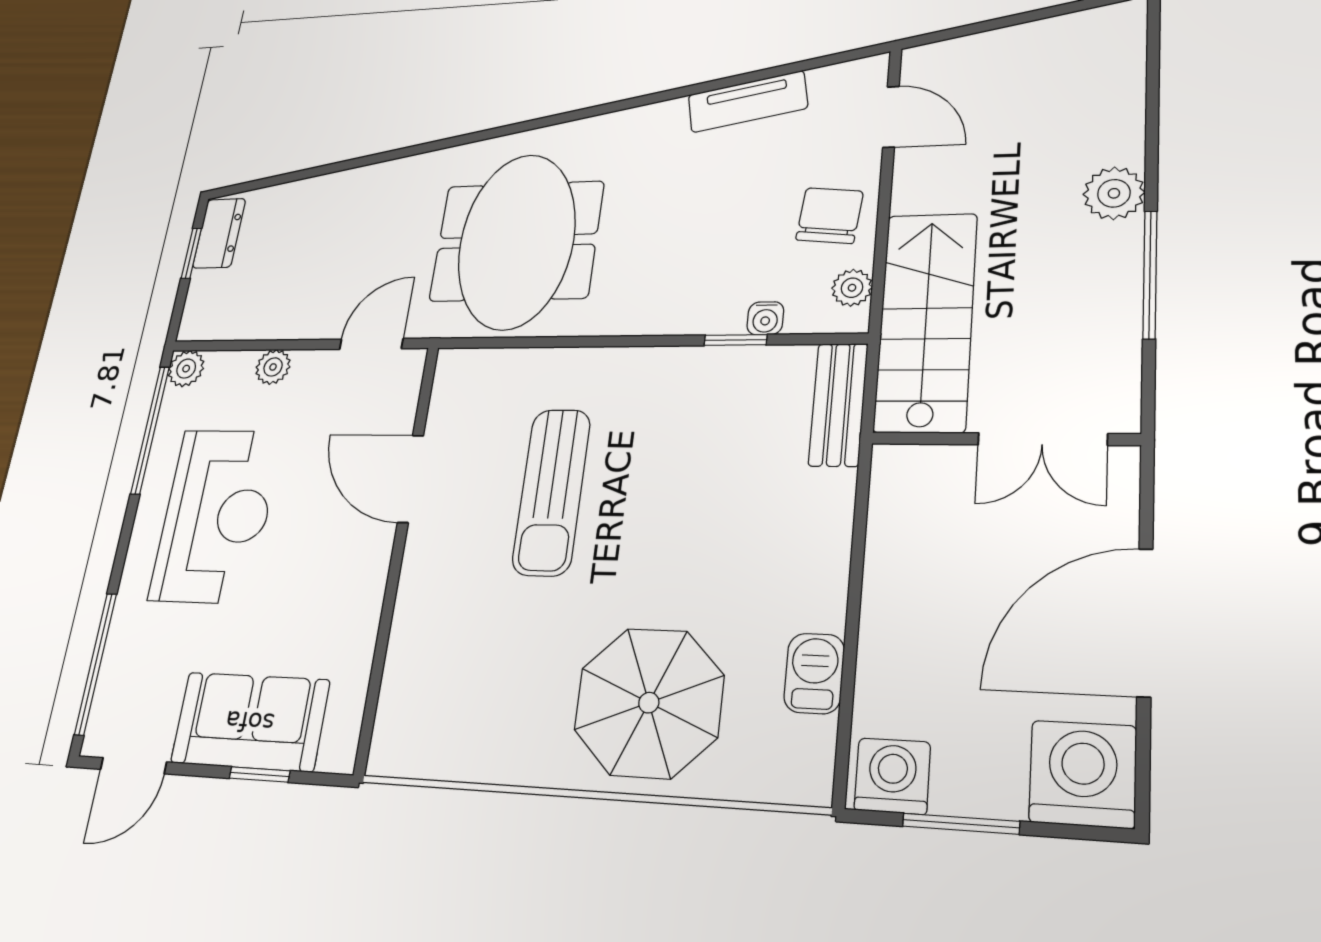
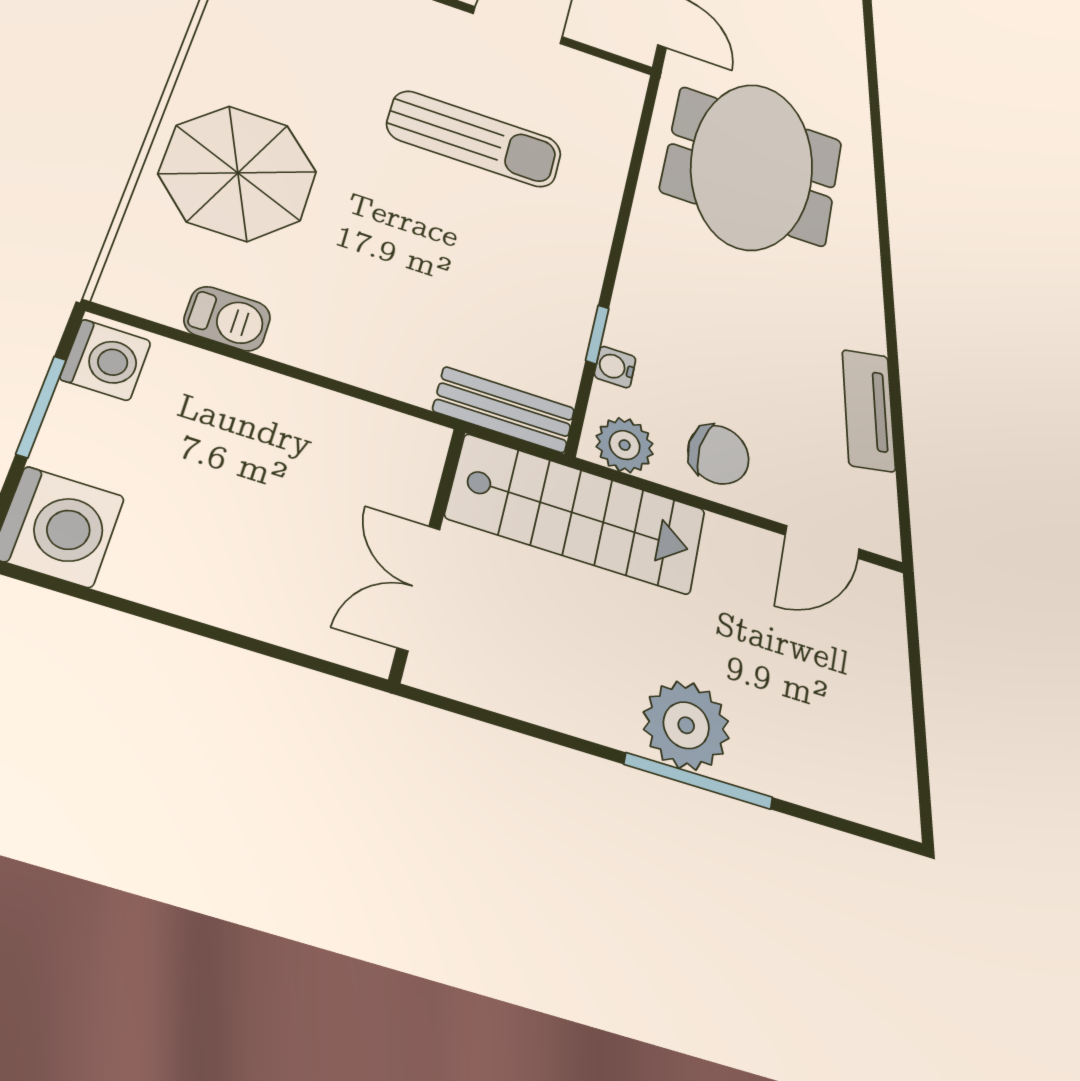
plant: (1114, 193) -> (686, 725), width x1.36, depth x1.36
meeting table: (517, 241) -> (752, 166), turned 90
window: (1150, 274) -> (698, 781), moved
plant: (852, 288) -> (625, 445), width x1.38, depth x1.38
sun lounger: (552, 492) -> (474, 139), turned 180
door: (1145, 622) -> (197, 628), removed

